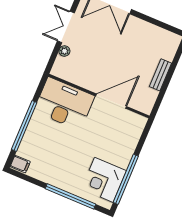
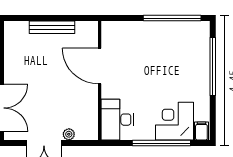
bench: (161, 75) -> (52, 27), width x1.36
desk: (64, 104) -> (117, 120), width x0.73, depth x0.77
corner desk: (104, 180) -> (174, 121), moved, turned 180

